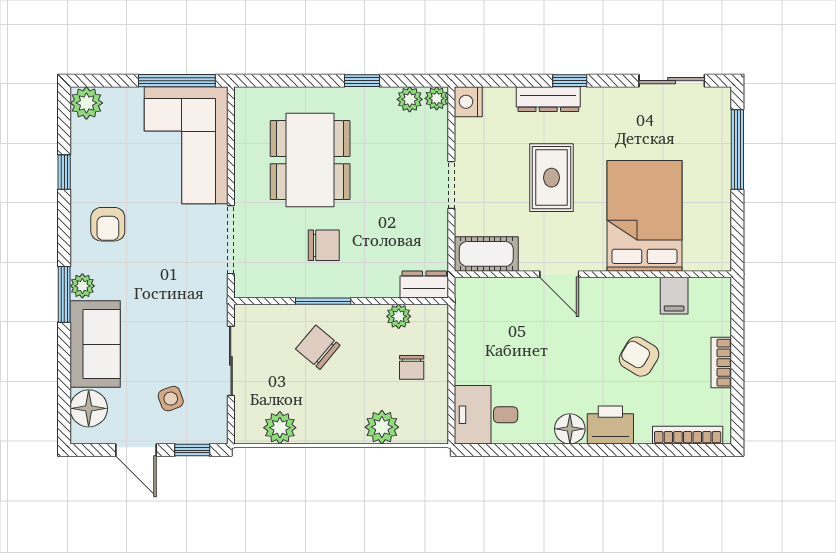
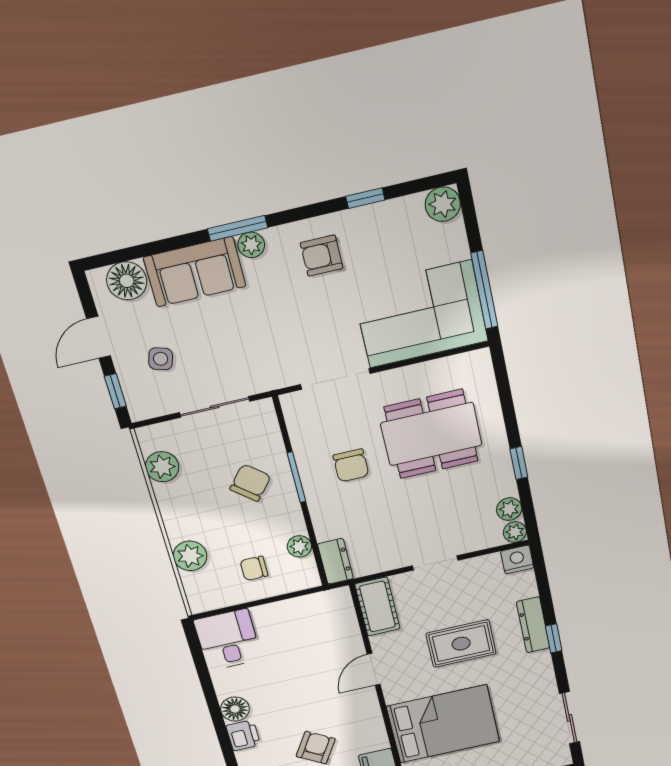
side table: (171, 399) -> (161, 359), turned 37
printer: (610, 425) -> (243, 735), width x0.73, depth x0.81

